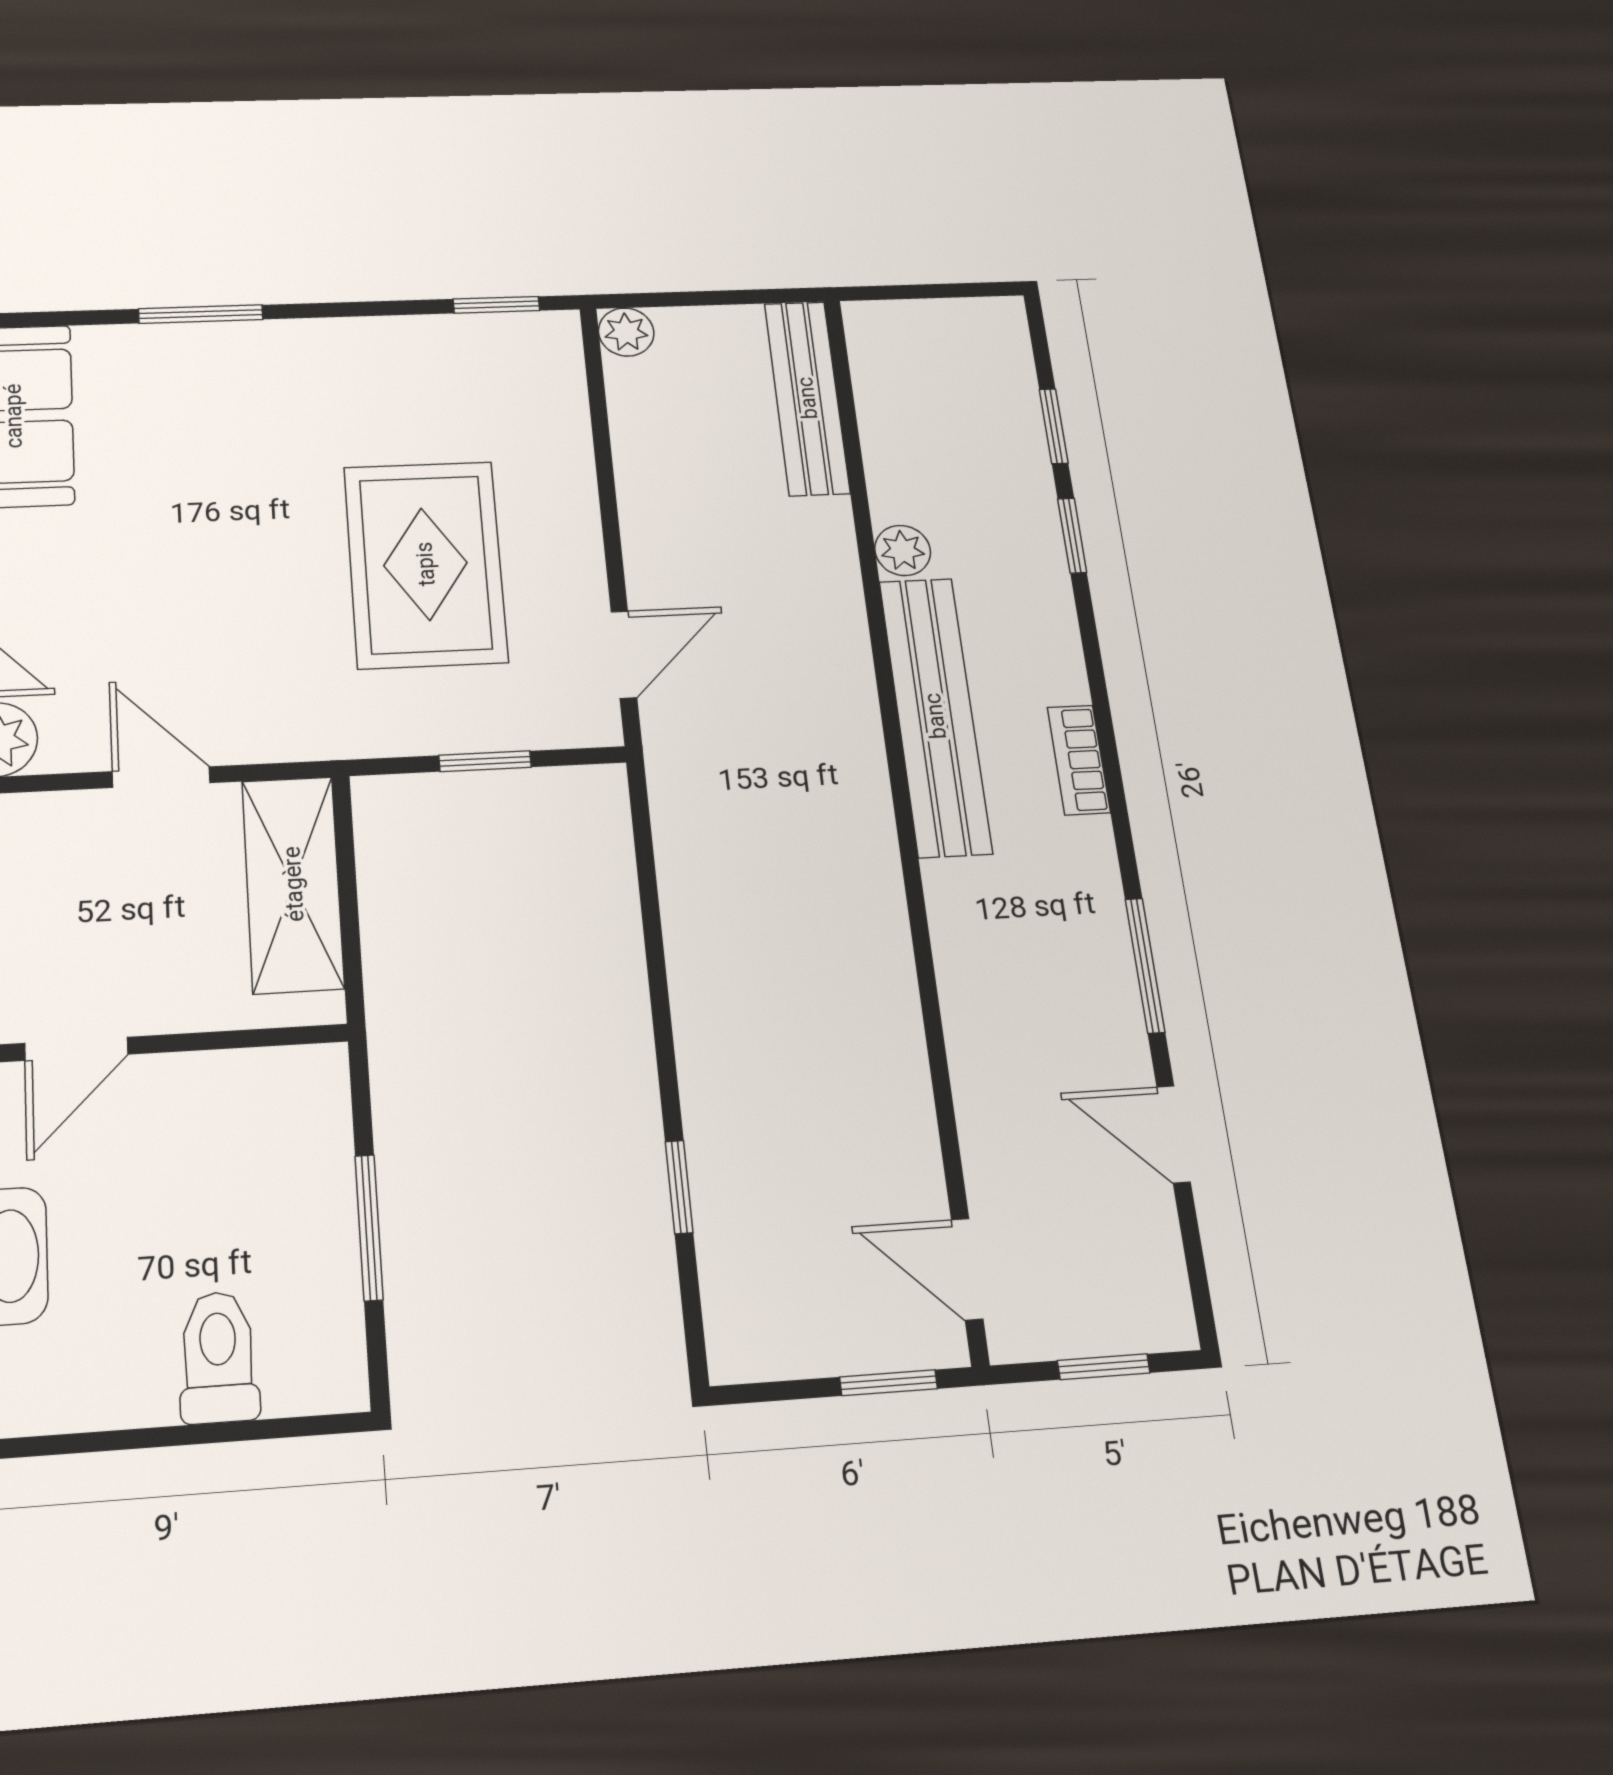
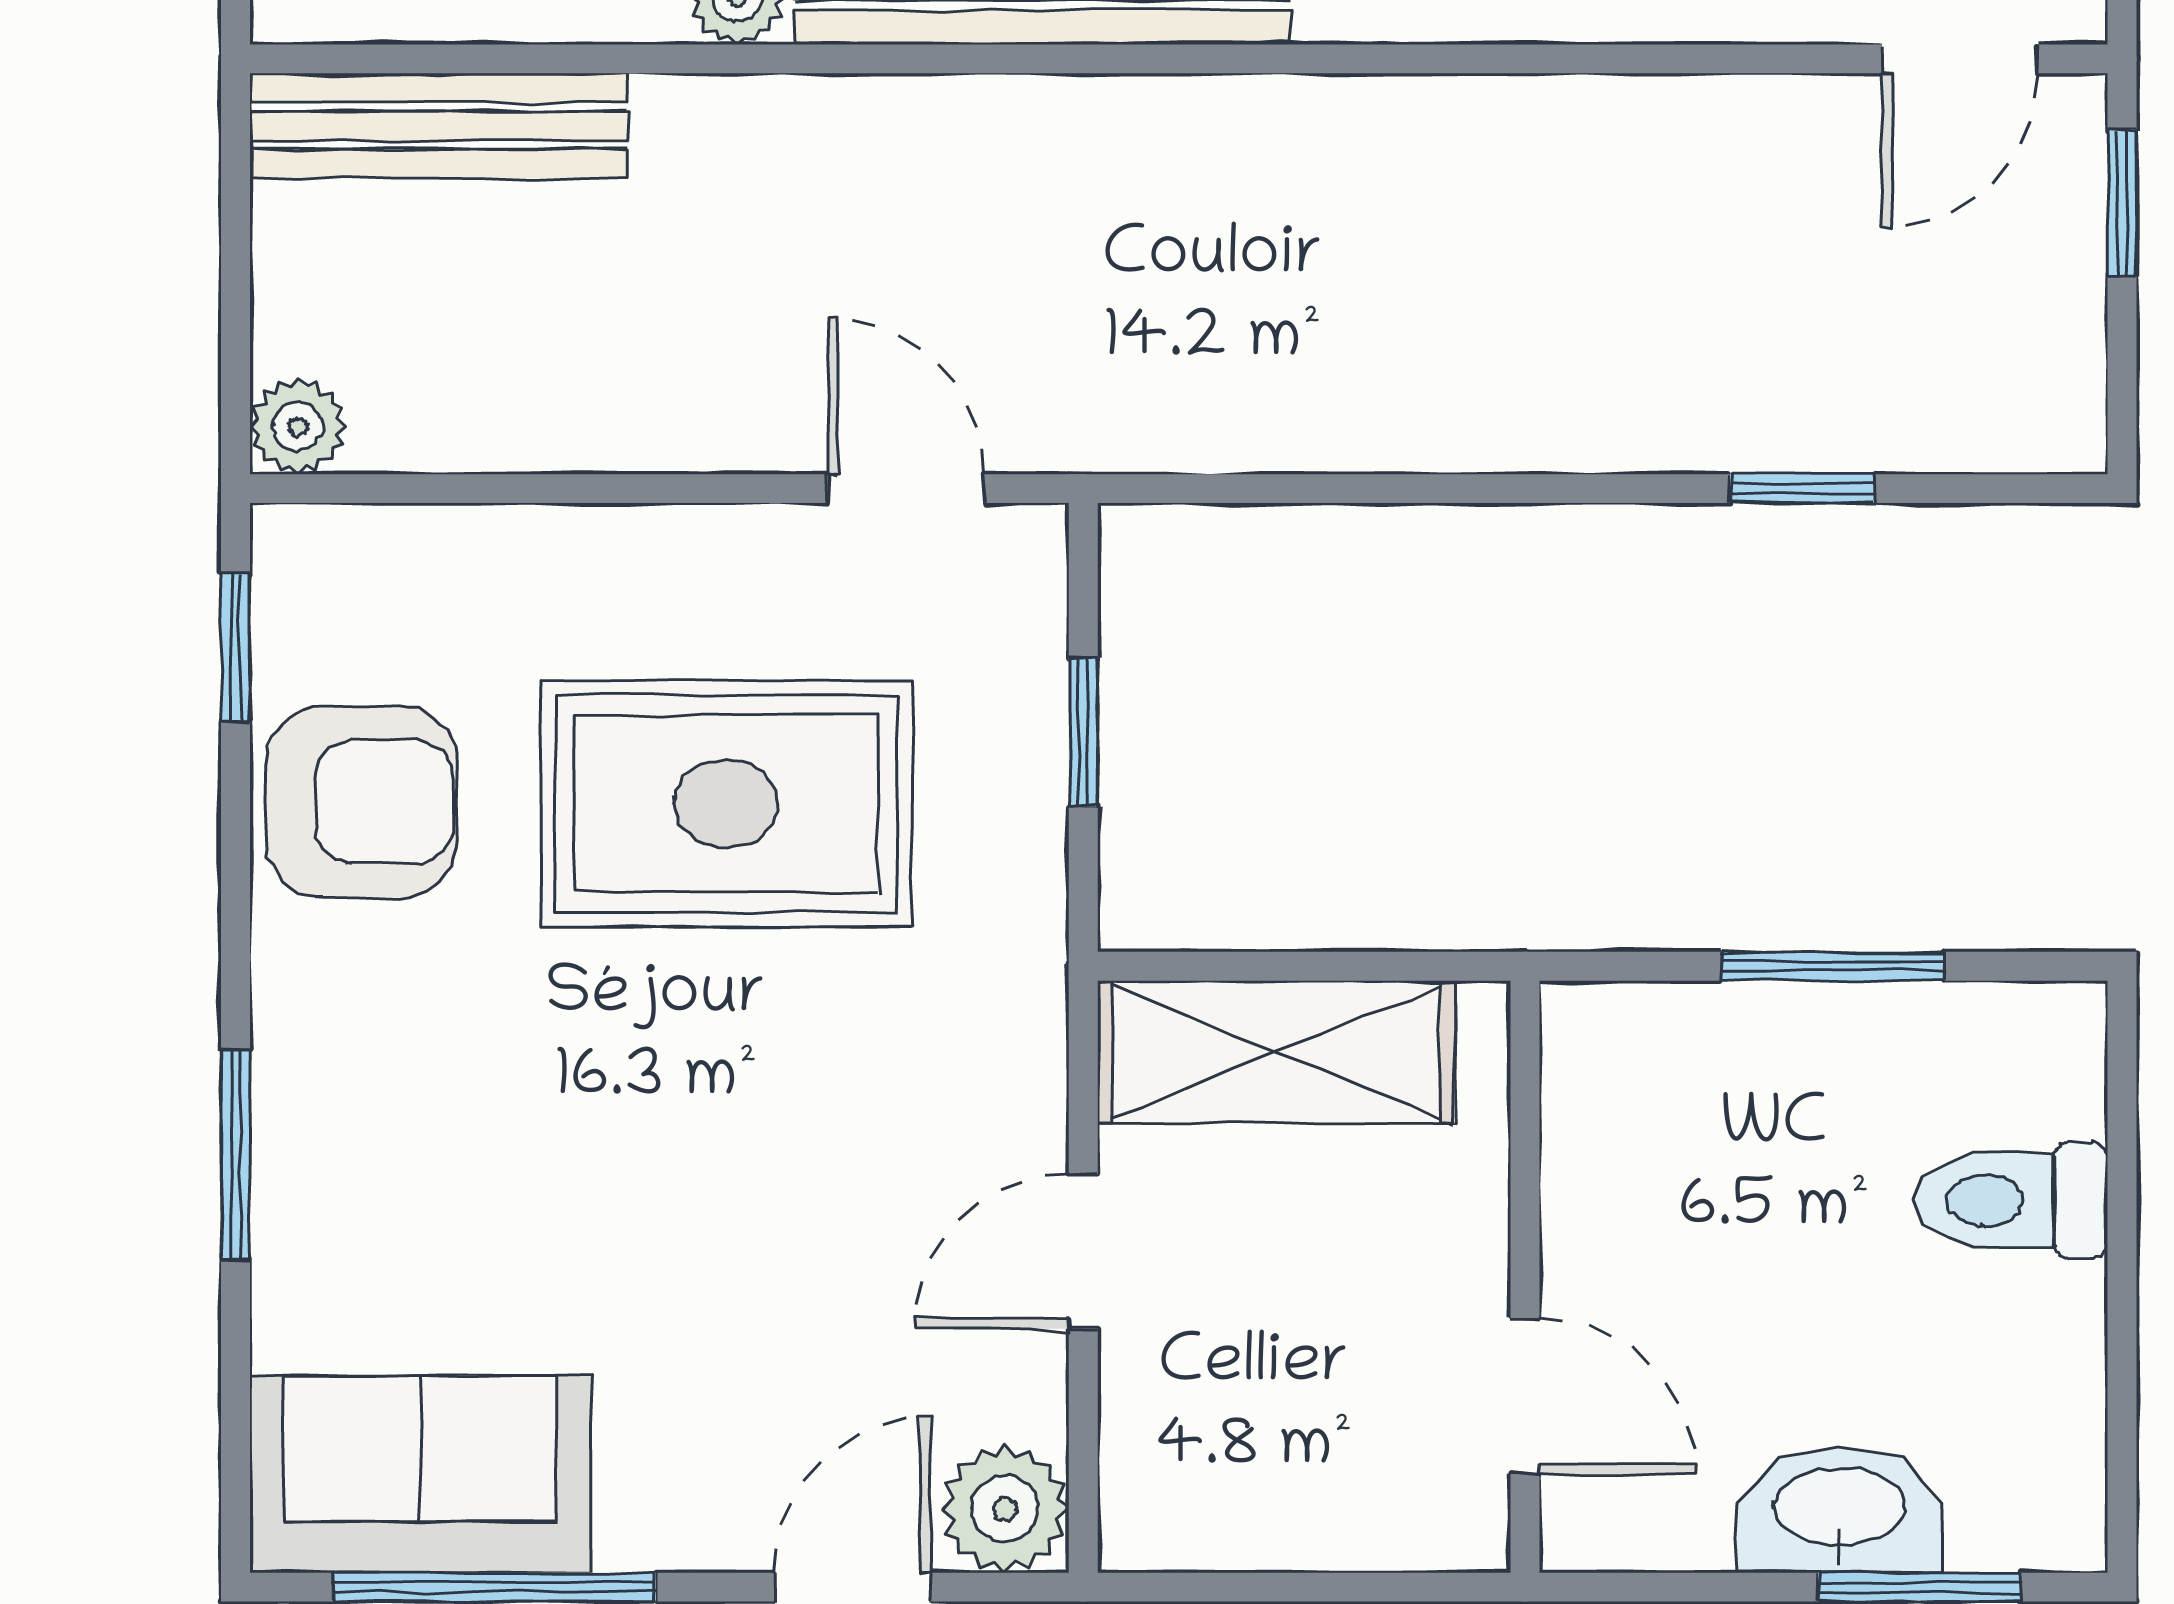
armchair: (412, 372) -> (361, 802), added

